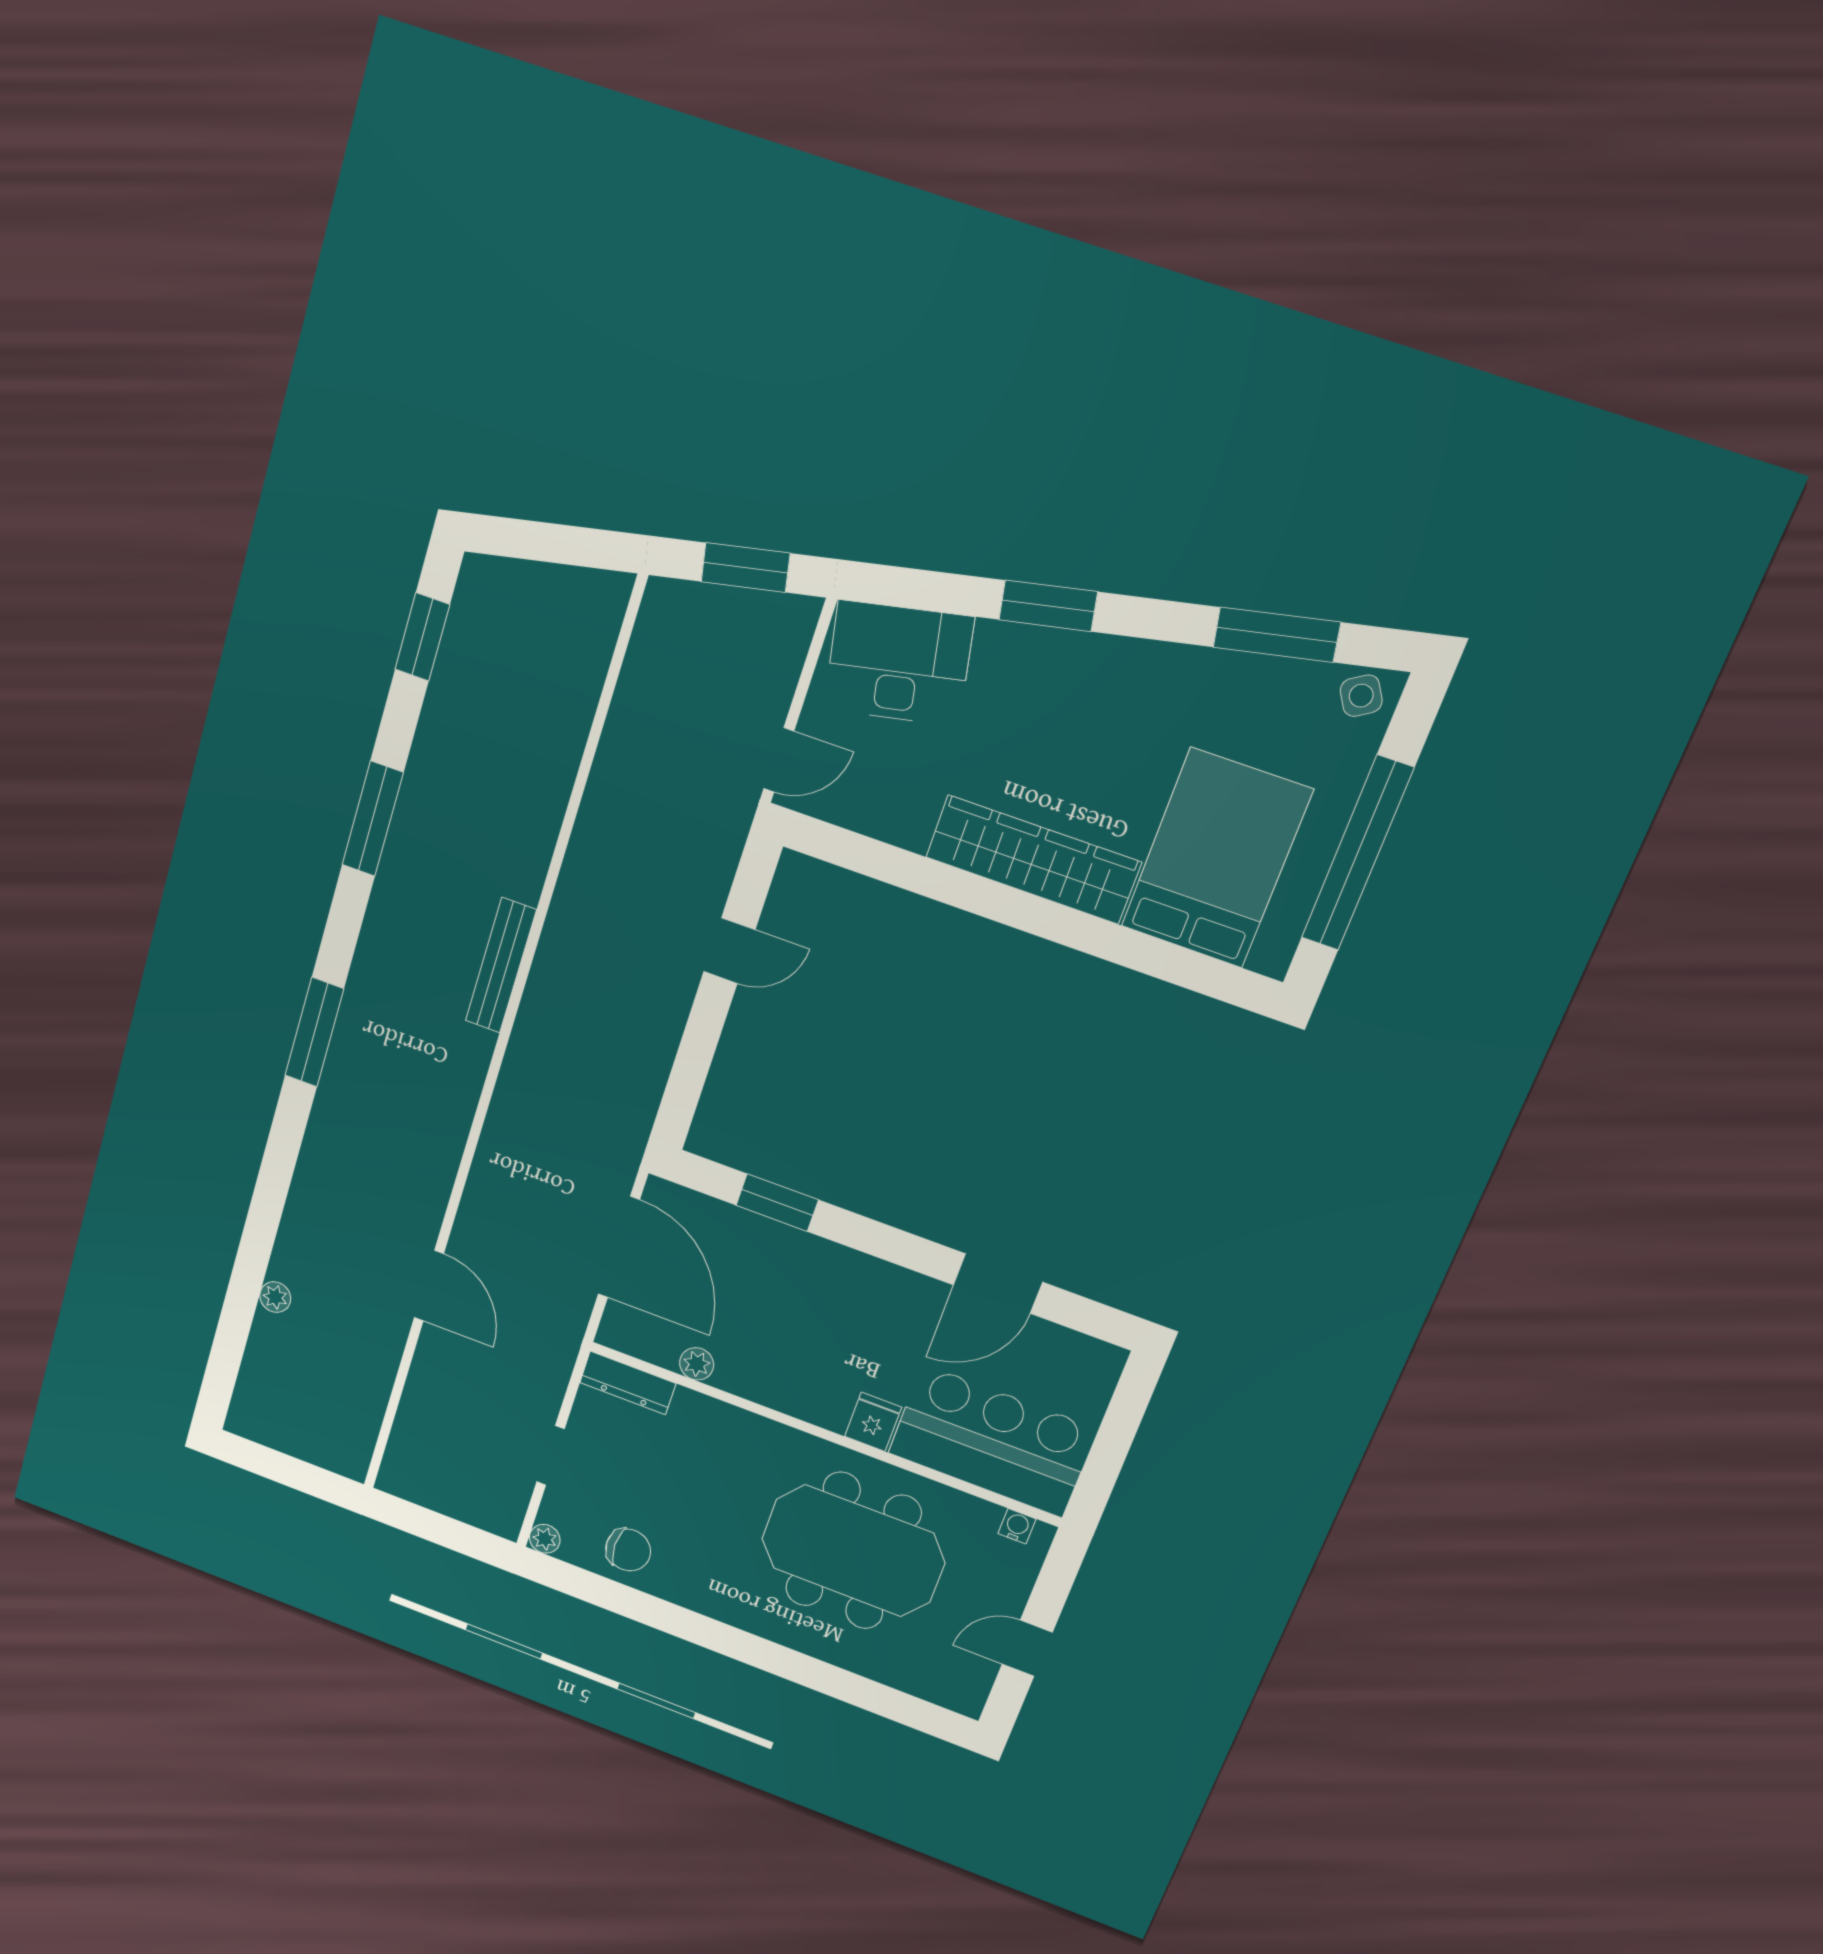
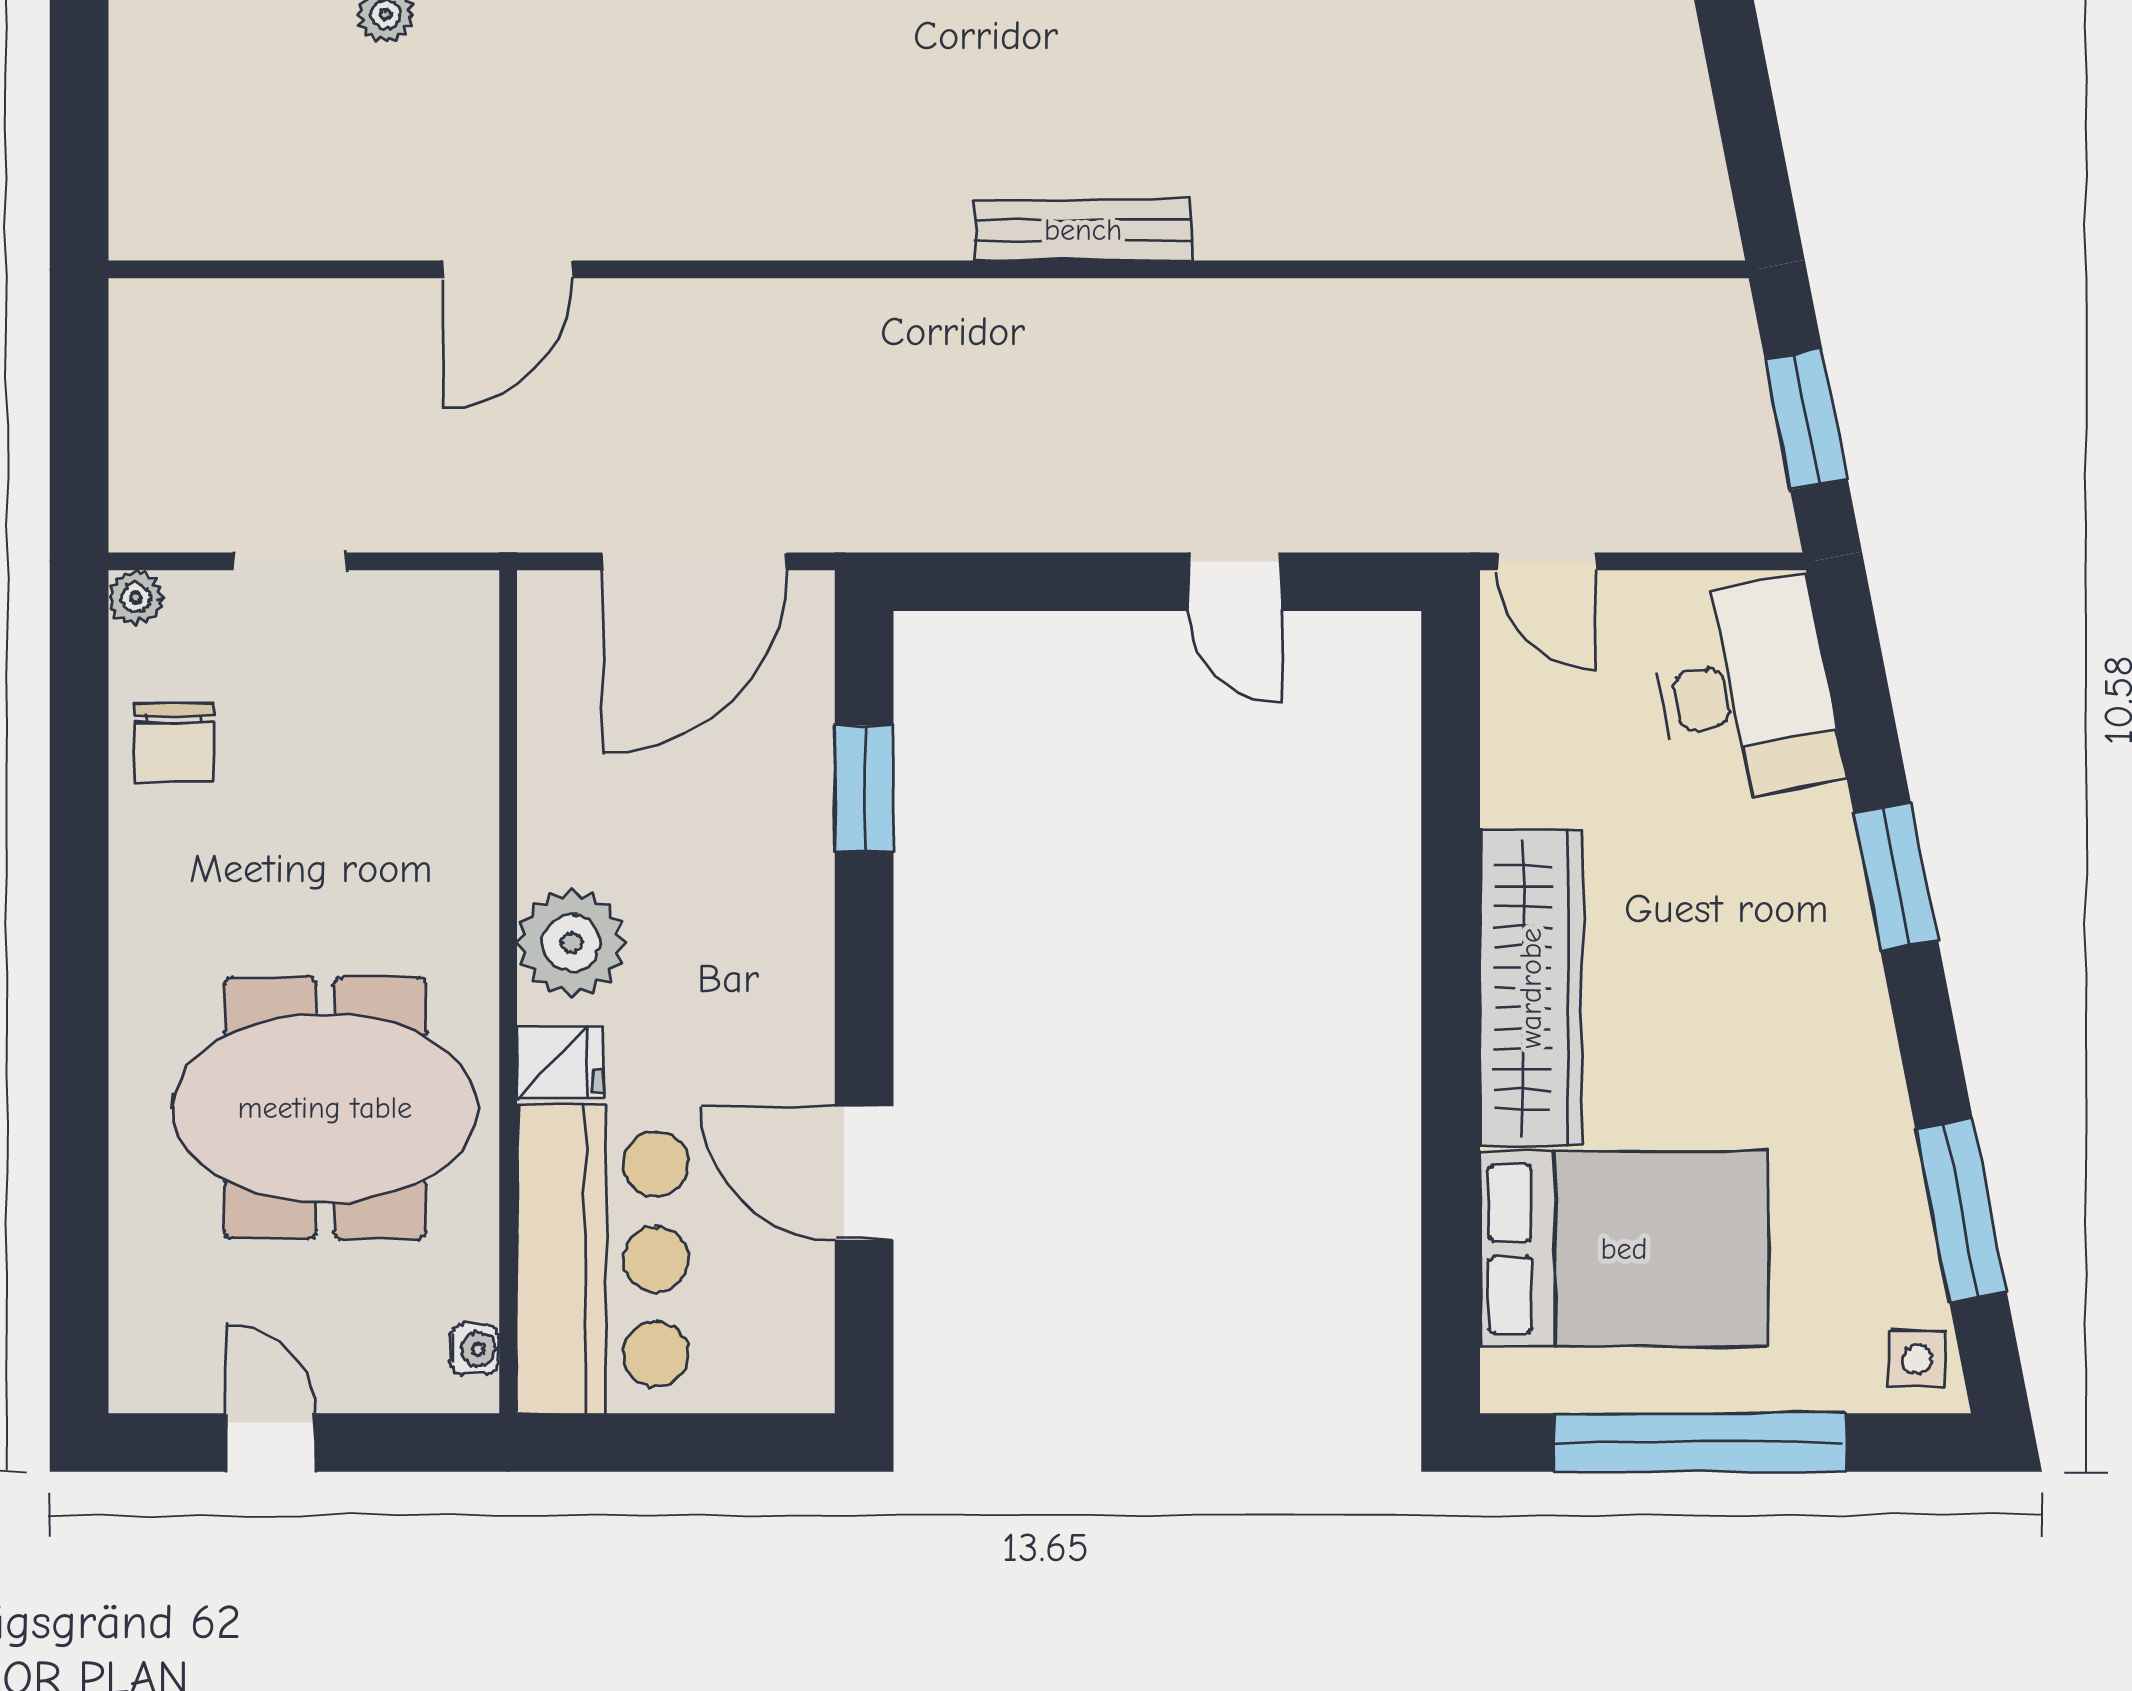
side table: (1361, 696) -> (1917, 1359), turned 32
plant: (697, 1364) -> (571, 943), moved, width x1.88, depth x1.88
dresser: (628, 1383) -> (469, 649), removed
meeting table: (853, 1551) -> (325, 1108), turned 90

